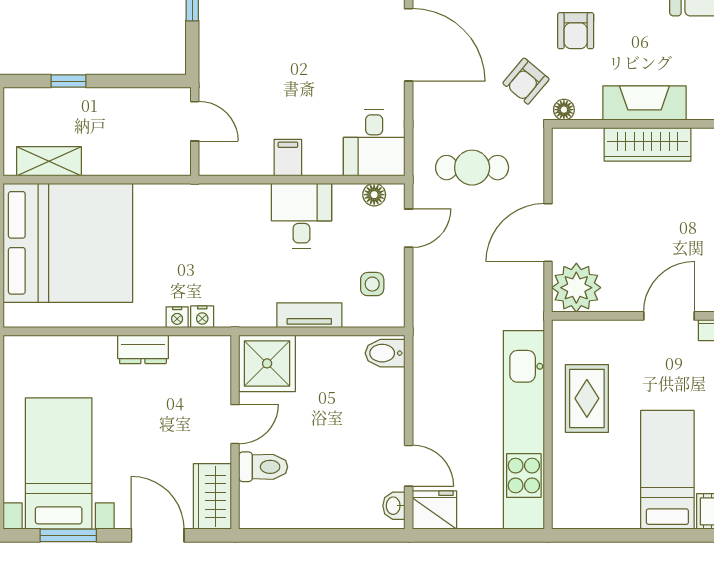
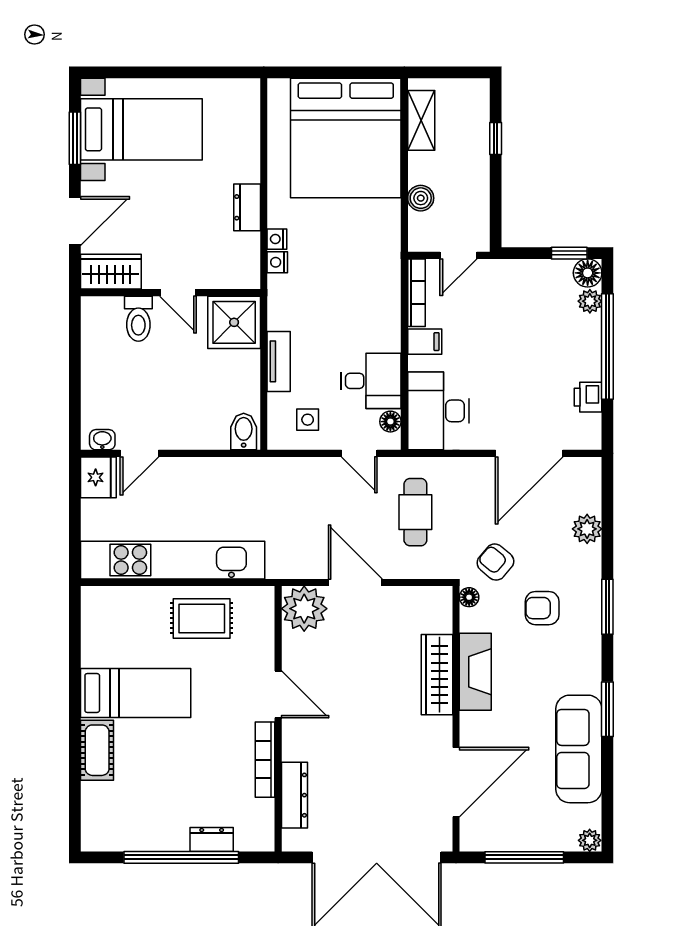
desk: (374, 143) -> (438, 411), width x1.37
boiler: (133, 162) -> (421, 198), added
bookcase: (235, 166) -> (416, 293), added
desk: (301, 216) -> (371, 381), moved

